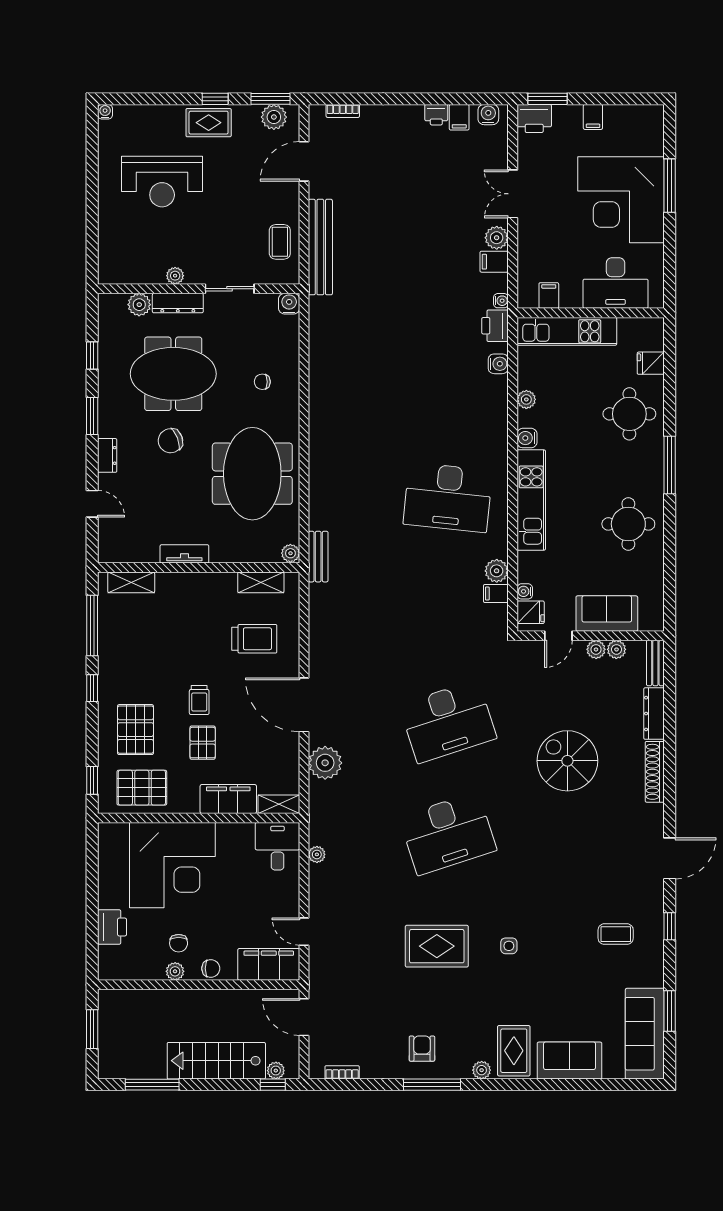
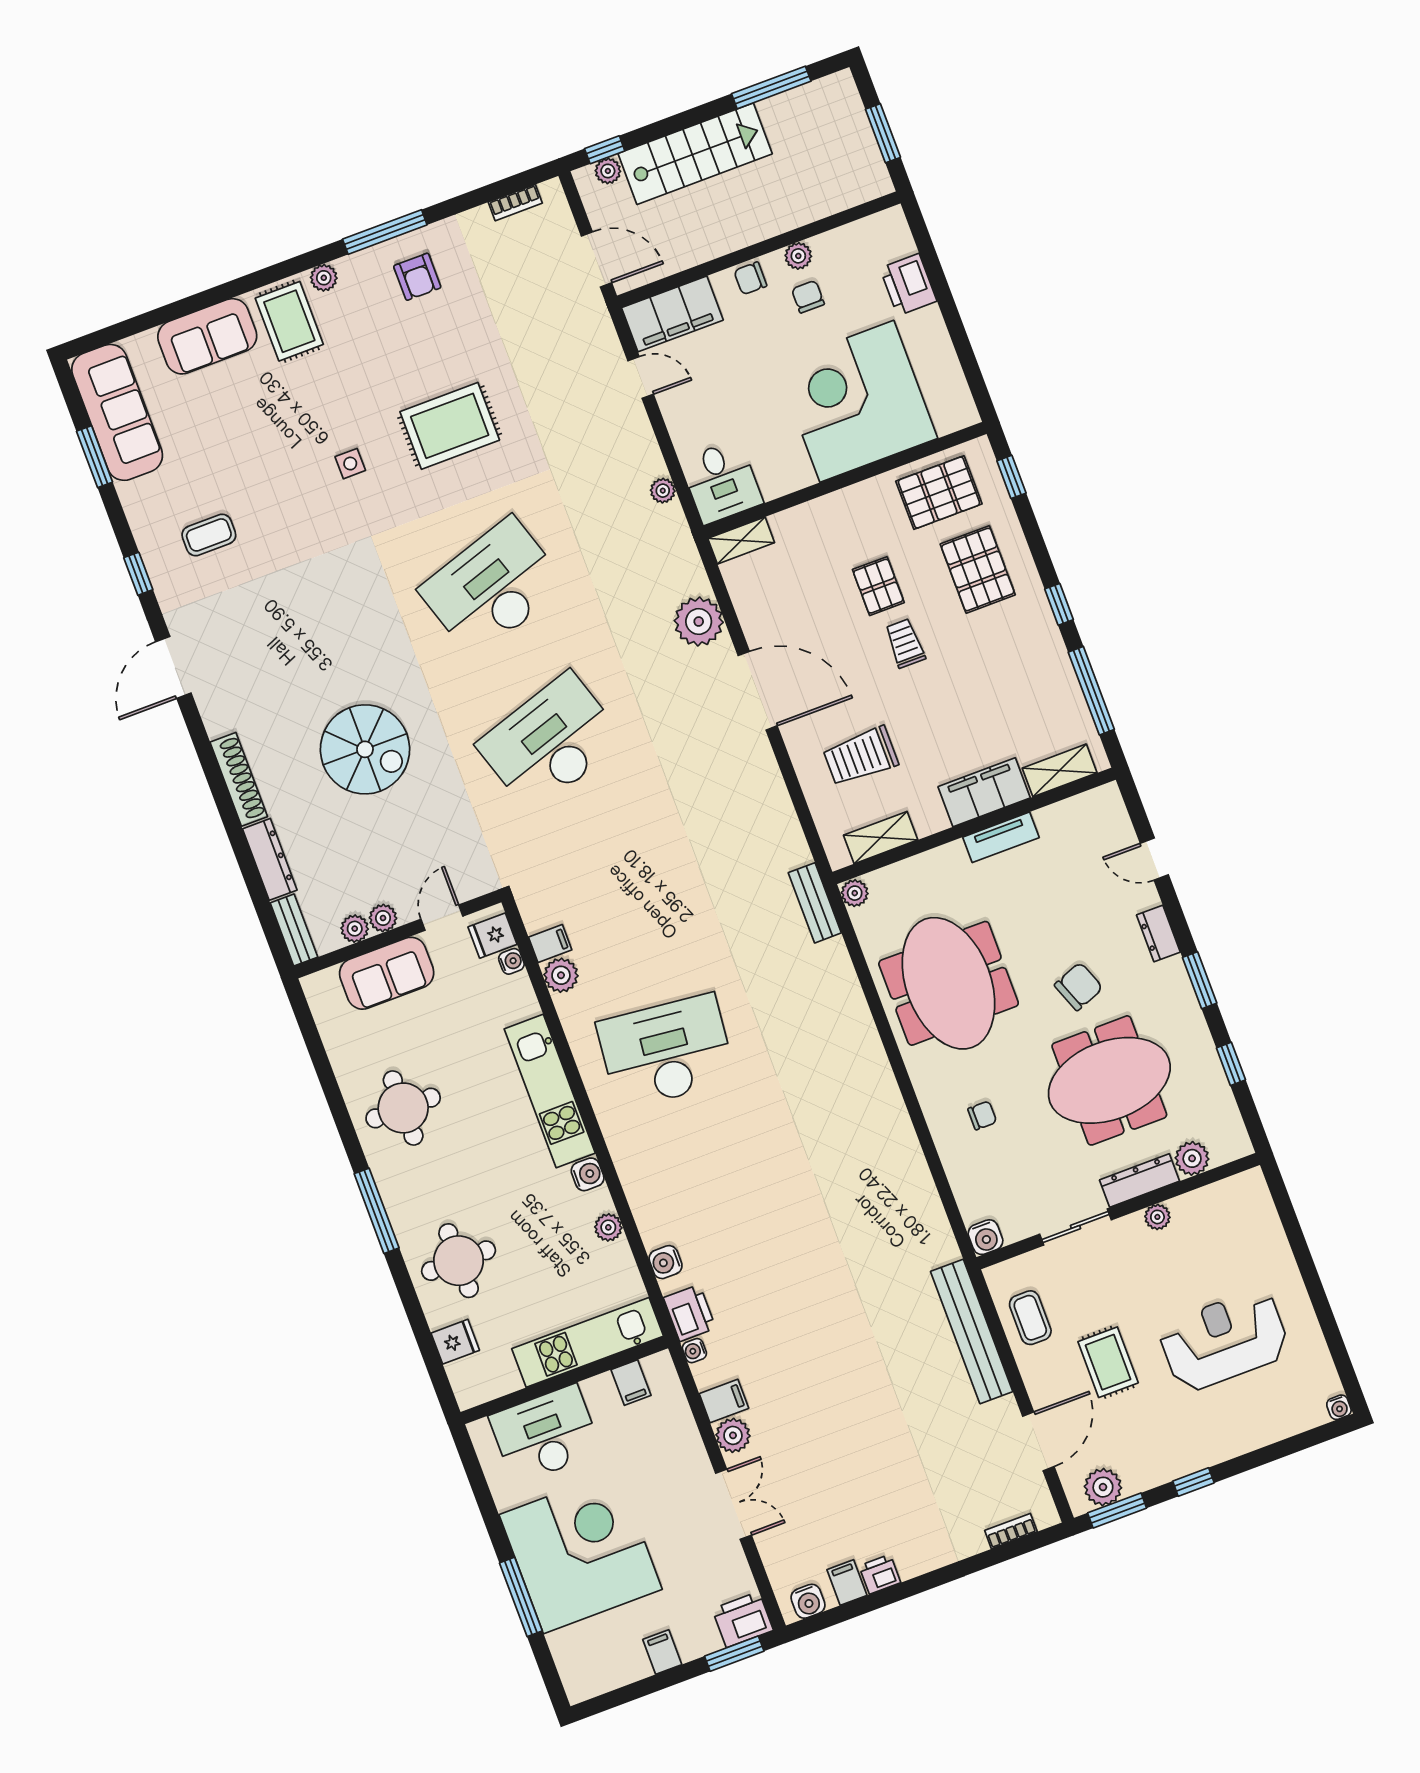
rug: (209, 123) -> (1108, 1362), moved, turned 90
filing cabinet: (228, 799) -> (984, 792), moved, turned 180

